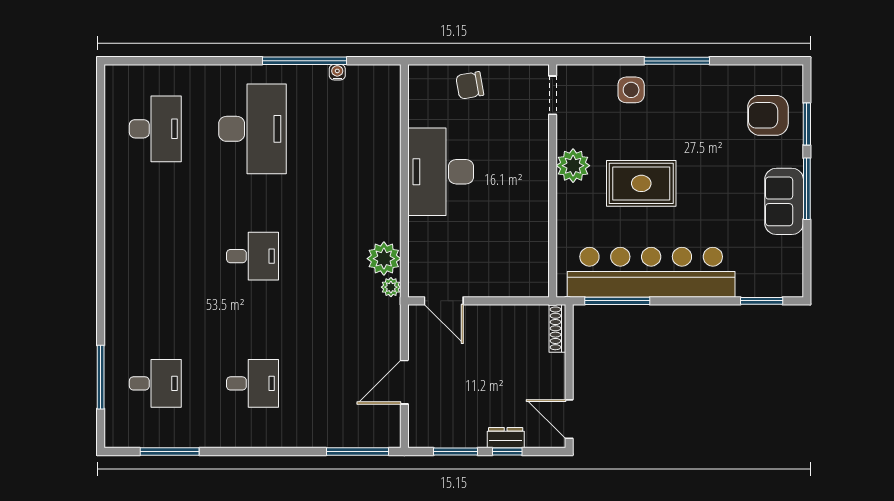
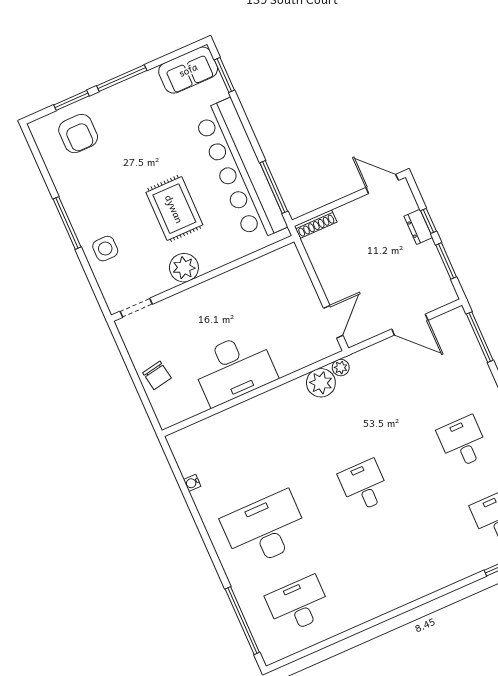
window: (305, 61) -> (242, 621), moved
sofa: (784, 201) -> (188, 70), moved
door: (569, 419) -> (382, 184), swing flipped

